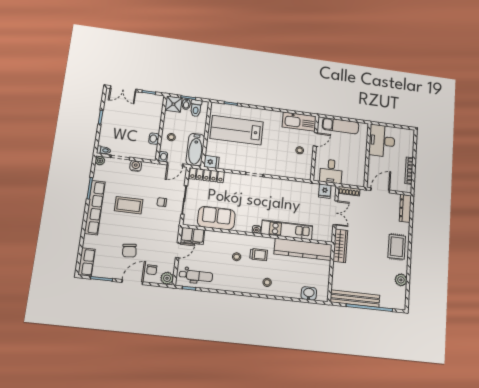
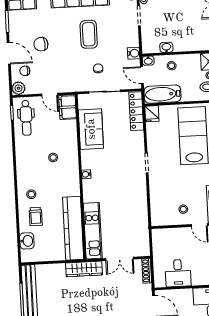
water cooler: (136, 166) -> (134, 53), moved
desk: (331, 171) -> (178, 273), moved, turned -90
fridge: (325, 191) -> (142, 244), removed
kitchen unit: (287, 230) -> (93, 231), moved
trolley: (259, 255) -> (36, 217), moved

